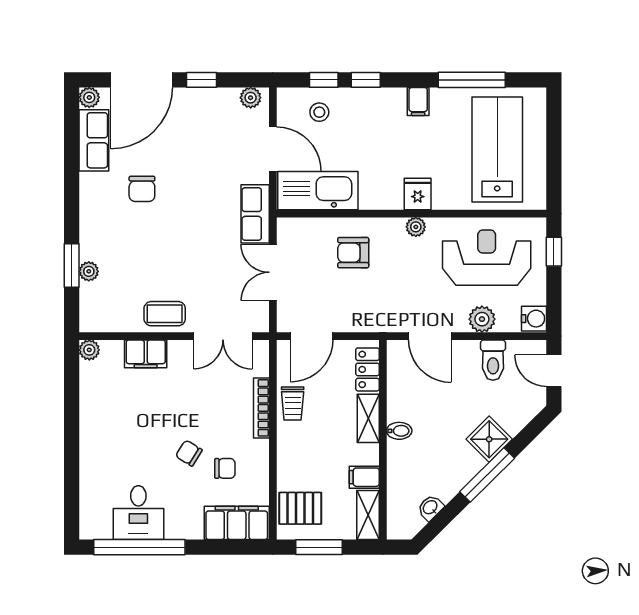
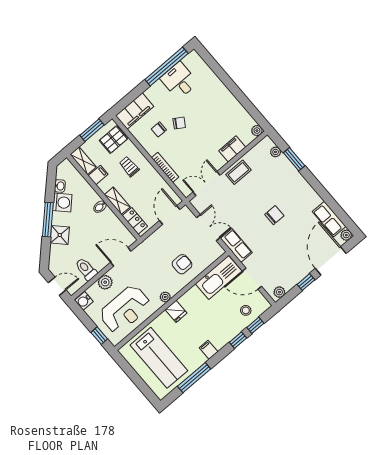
chair: (142, 189) -> (274, 215), moved, turned 90
plant: (89, 271) -> (276, 152), moved
trolley: (293, 404) -> (129, 167), moved
washing machine: (447, 481) -> (62, 202), added

